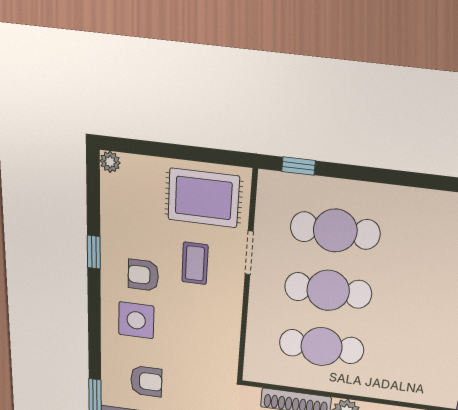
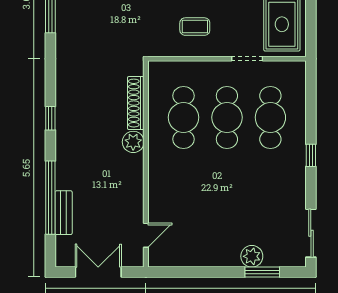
window: (299, 166) -> (311, 155), moved
coffee table: (195, 263) -> (195, 27), moved

